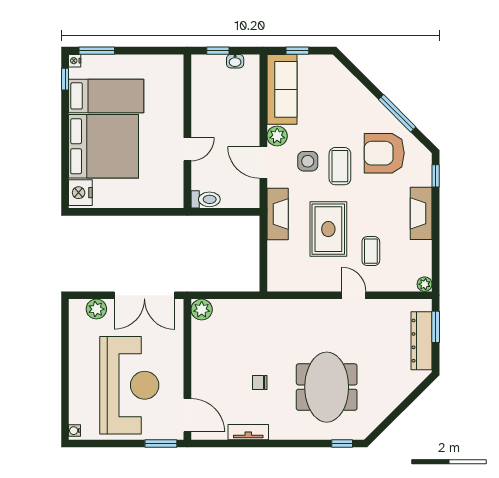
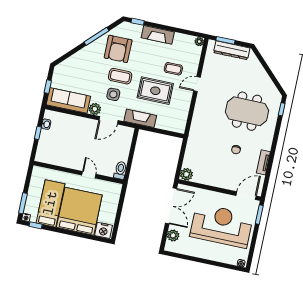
wall: (187, 131) -> (78, 172), moved
door: (187, 149) -> (89, 175), moved
toilet: (206, 199) -> (120, 170), moved

